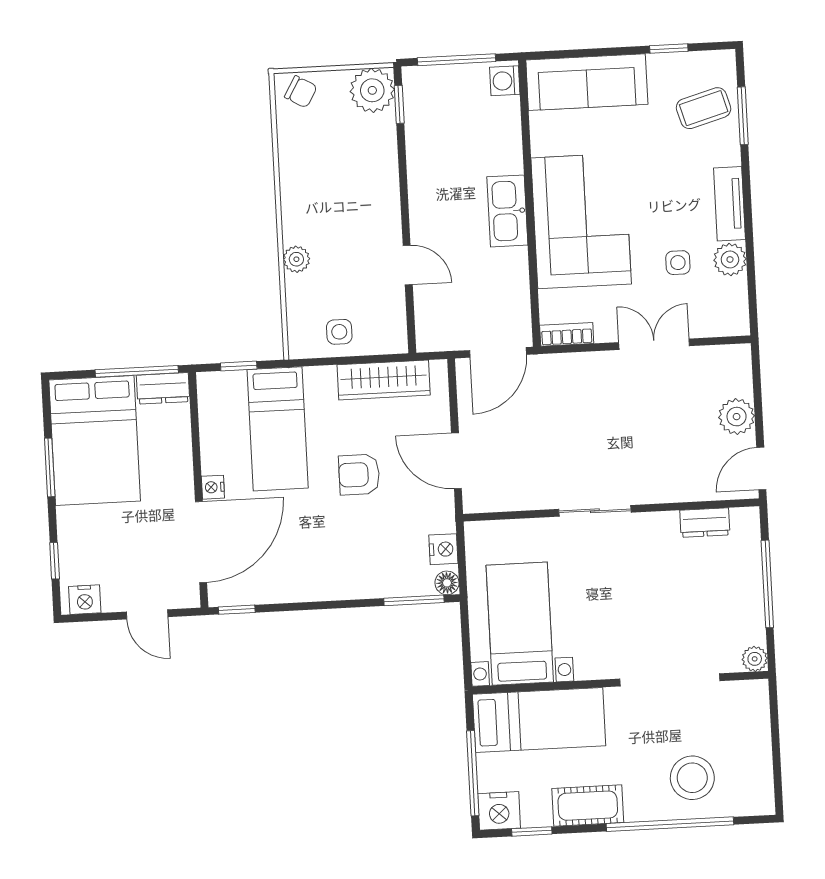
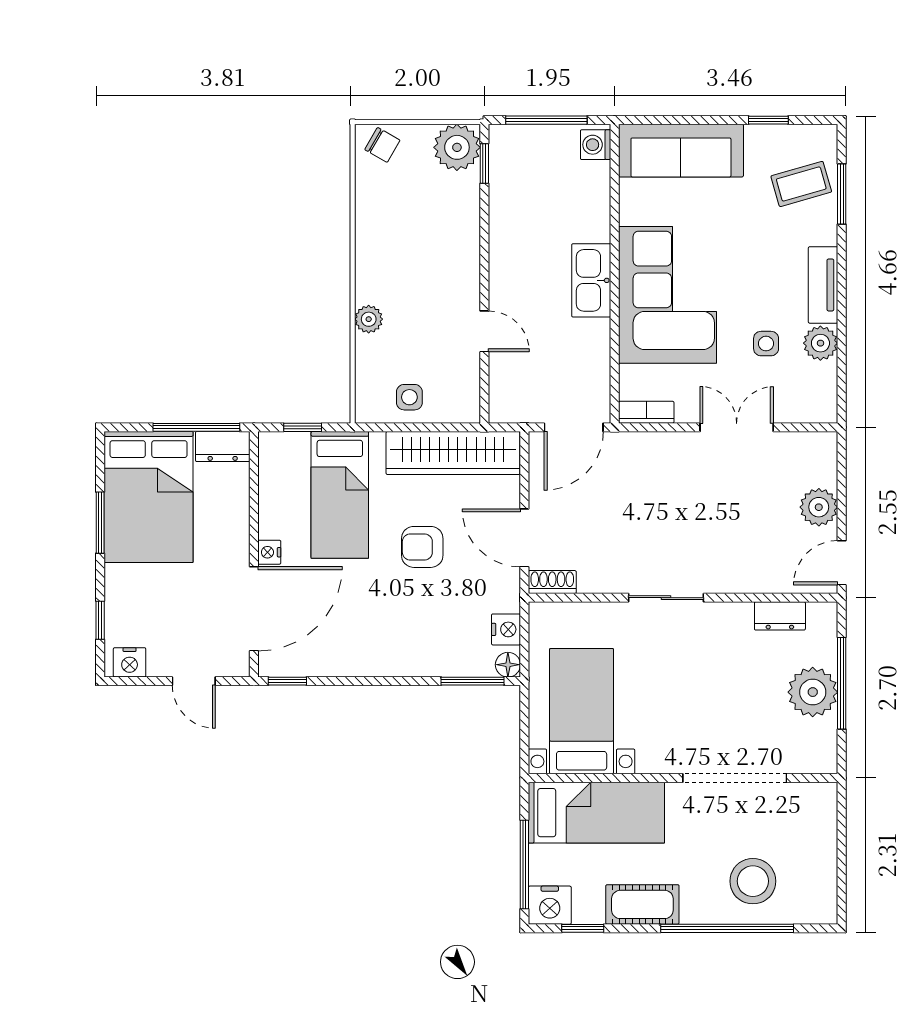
wardrobe: (384, 380) -> (453, 453), width x1.40, depth x1.17
shoe rack: (485, 502) -> (552, 582), added
plant: (755, 659) -> (813, 692), moved, width x1.88, depth x1.88

